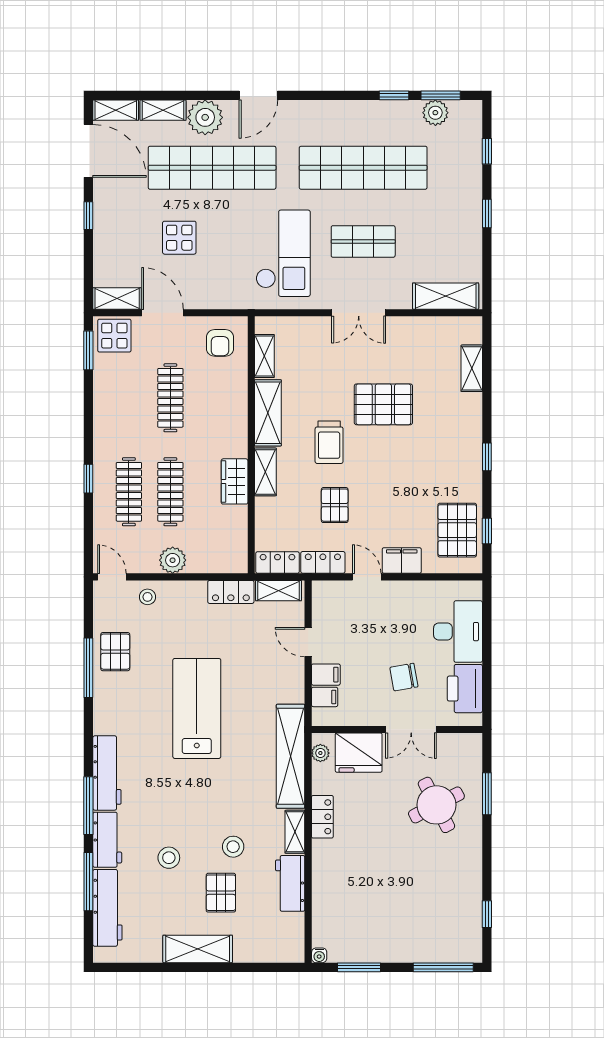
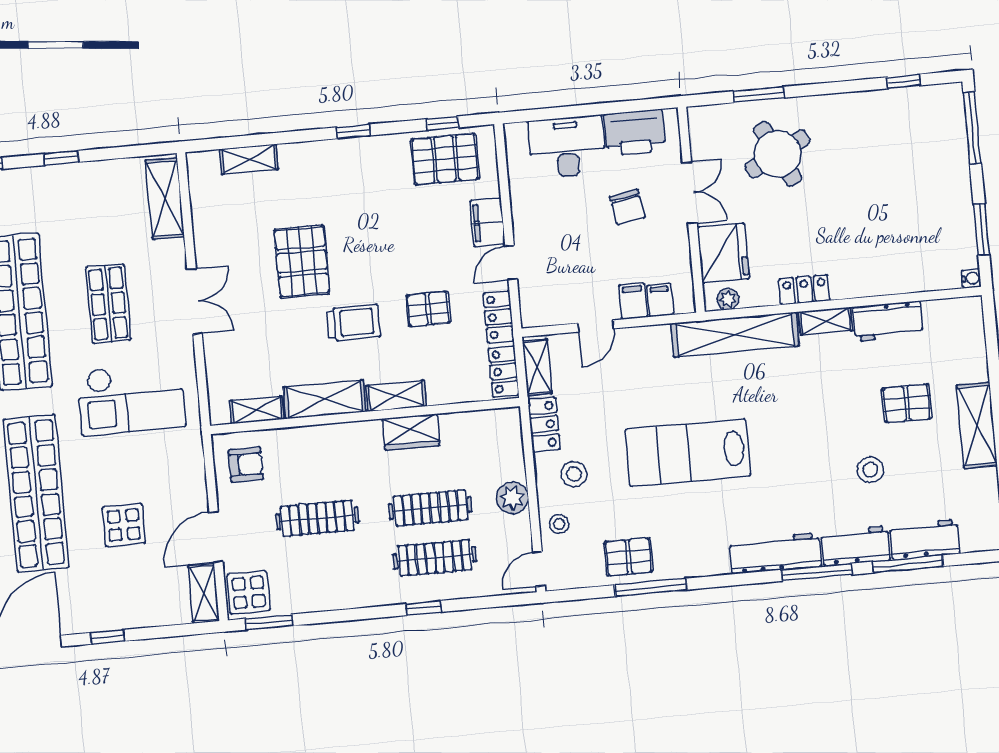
checkout: (283, 253) -> (131, 399), turned 180
stool: (233, 847) -> (574, 474), moved
workbench: (107, 908) -> (925, 539), width x0.73

